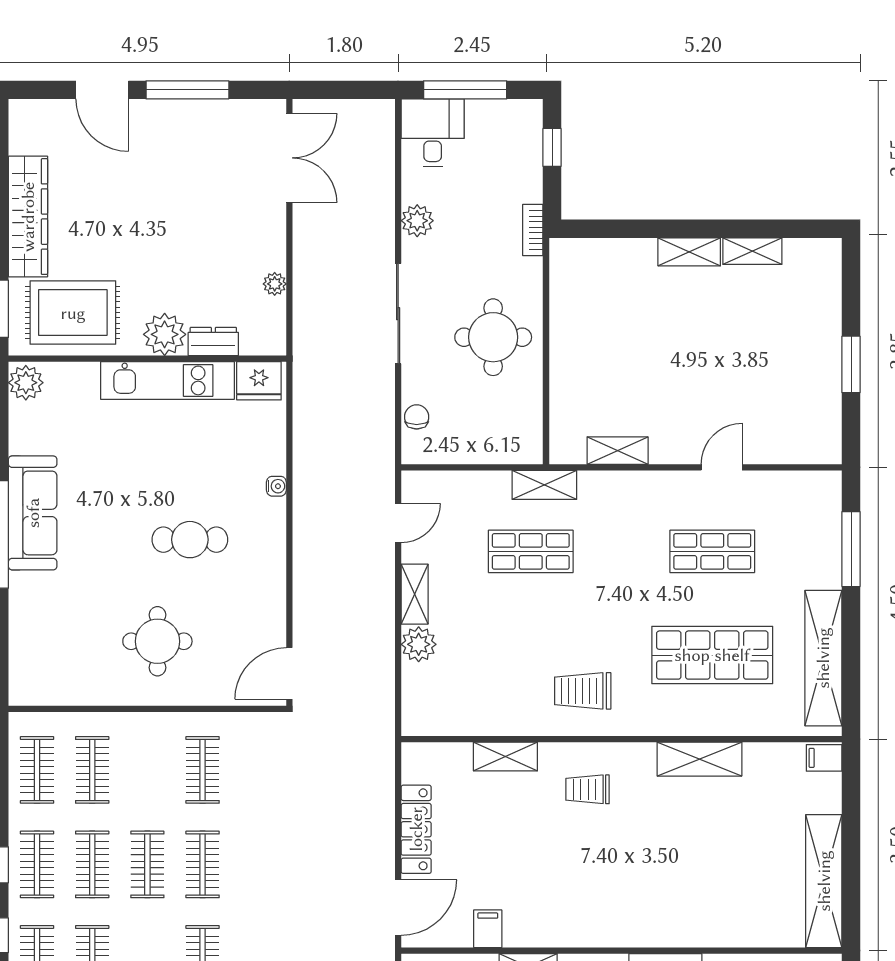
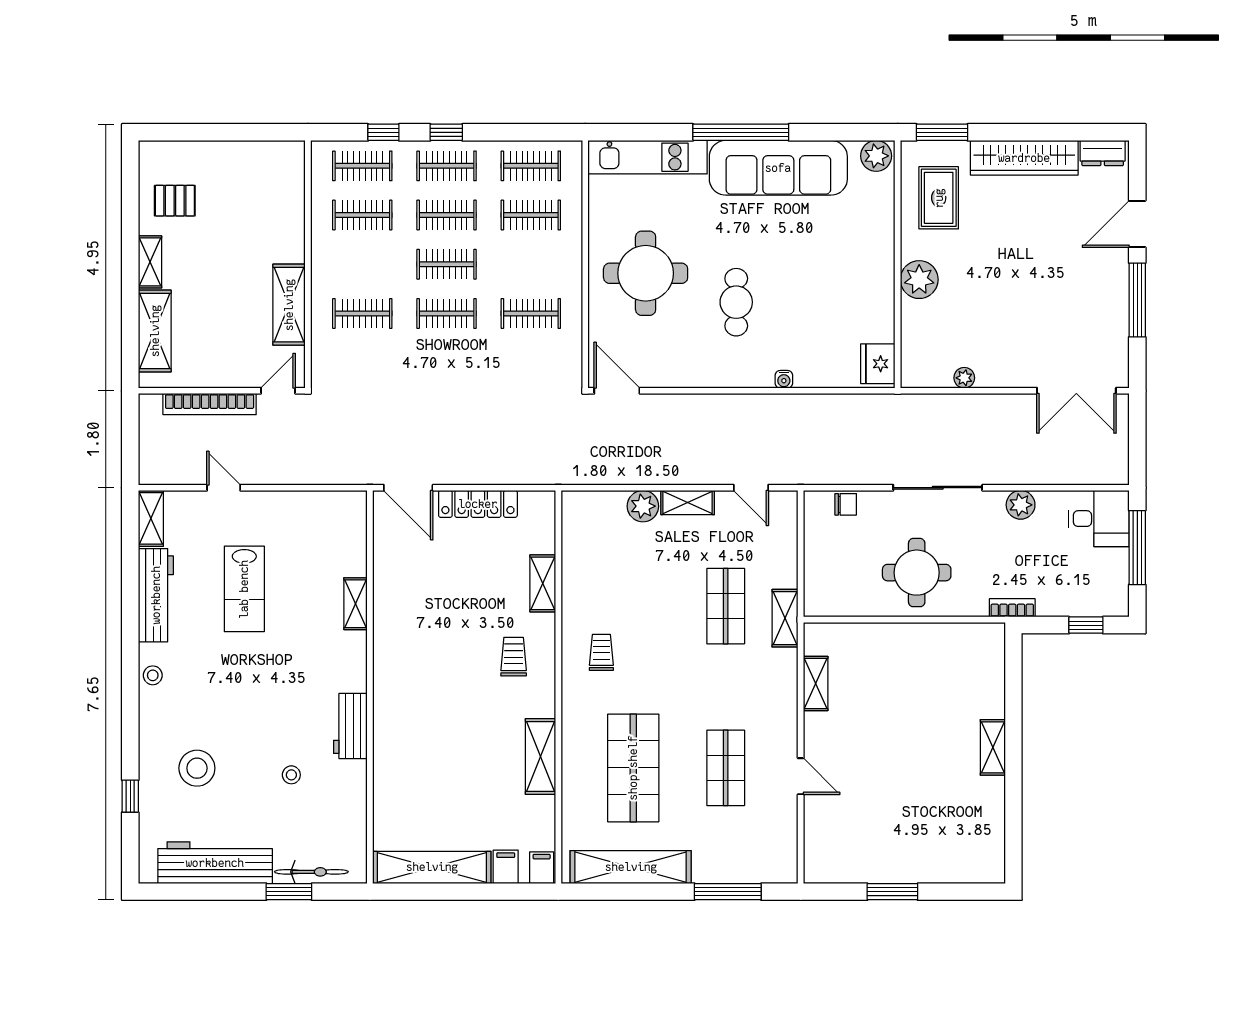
shelving: (752, 251) -> (993, 804), removed
rug: (73, 313) -> (939, 198), width x0.73, depth x0.70
dresser: (213, 341) -> (1103, 153), moved, turned 90
kitchen unit: (167, 380) -> (648, 157), moved, turned -90
sofa: (33, 513) -> (778, 168), width x1.36, depth x1.27
round table: (157, 641) -> (646, 273), width x1.36, depth x1.36
trolley: (583, 691) -> (601, 652), width x0.73, depth x0.72
filing cabinet: (488, 929) -> (506, 867), moved, turned -90

